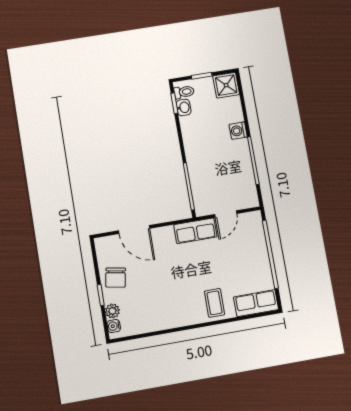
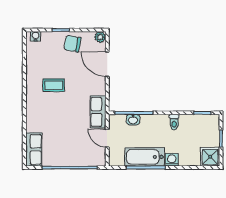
toilet: (184, 92) -> (174, 122), moved
washbasin: (184, 107) -> (133, 120), moved
bathtub: (241, 164) -> (145, 157), added
door: (134, 230) -> (107, 64), hinge flipped
coffee table: (215, 303) -> (54, 85), moved
plant: (112, 311) -> (100, 37), moved

